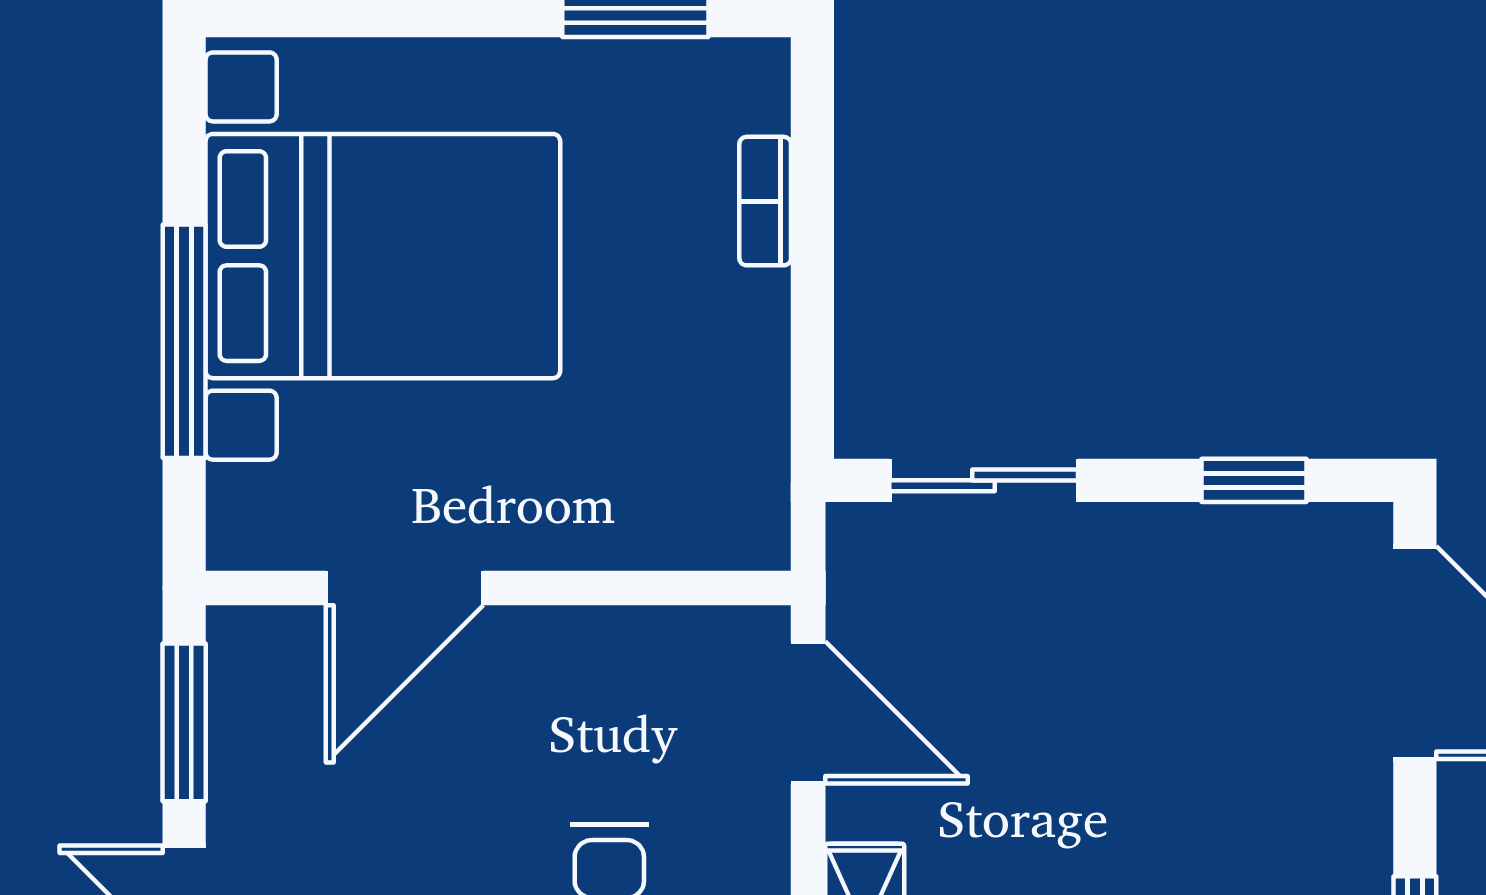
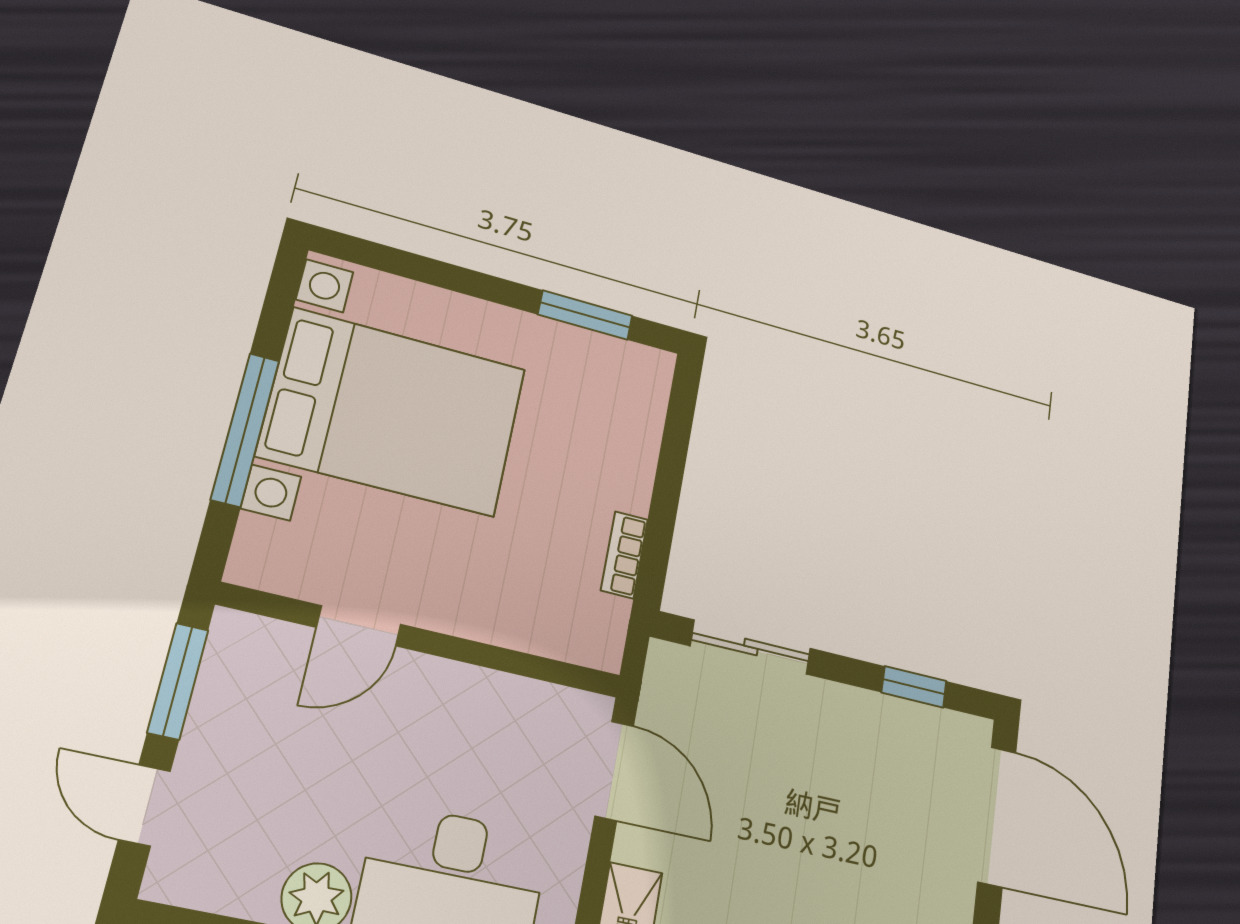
bookcase: (765, 201) -> (624, 555), moved
door: (405, 588) -> (359, 626), width x0.73

